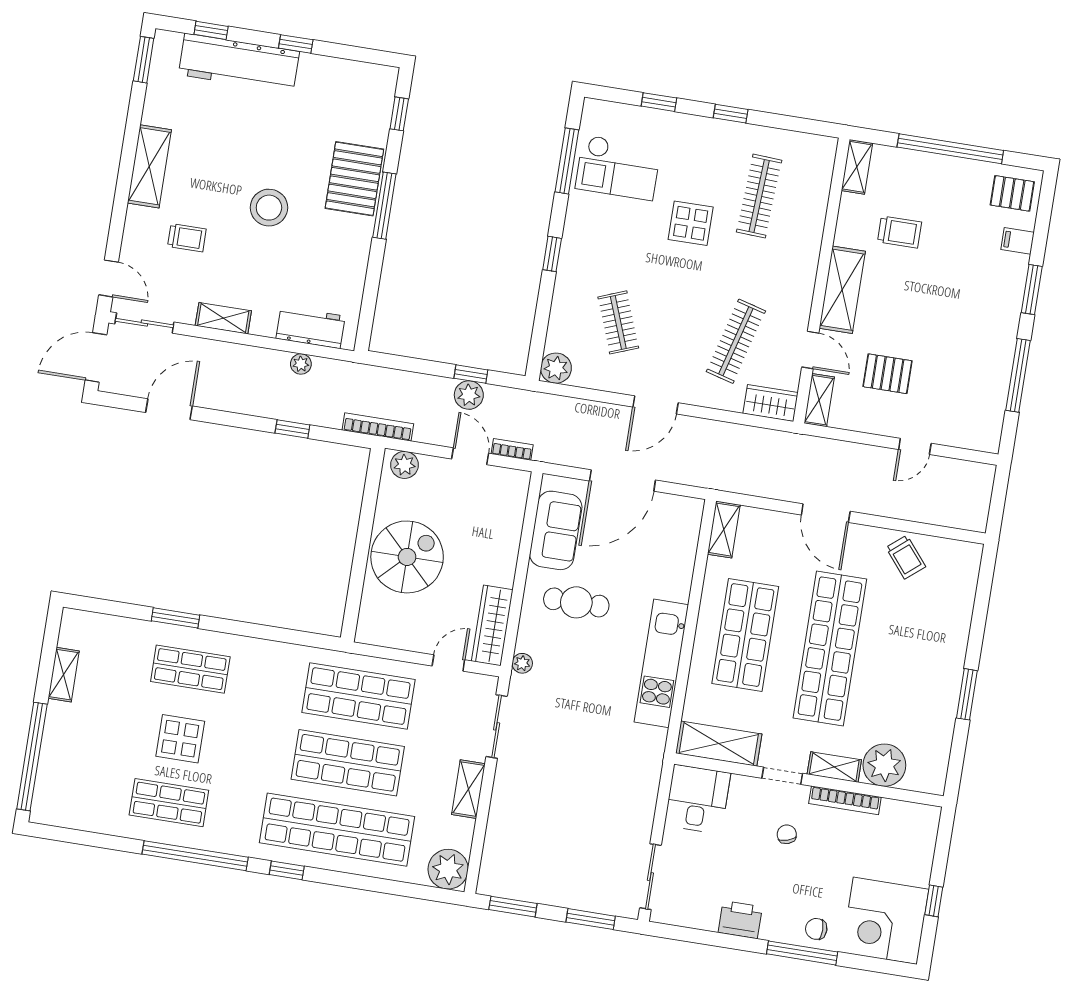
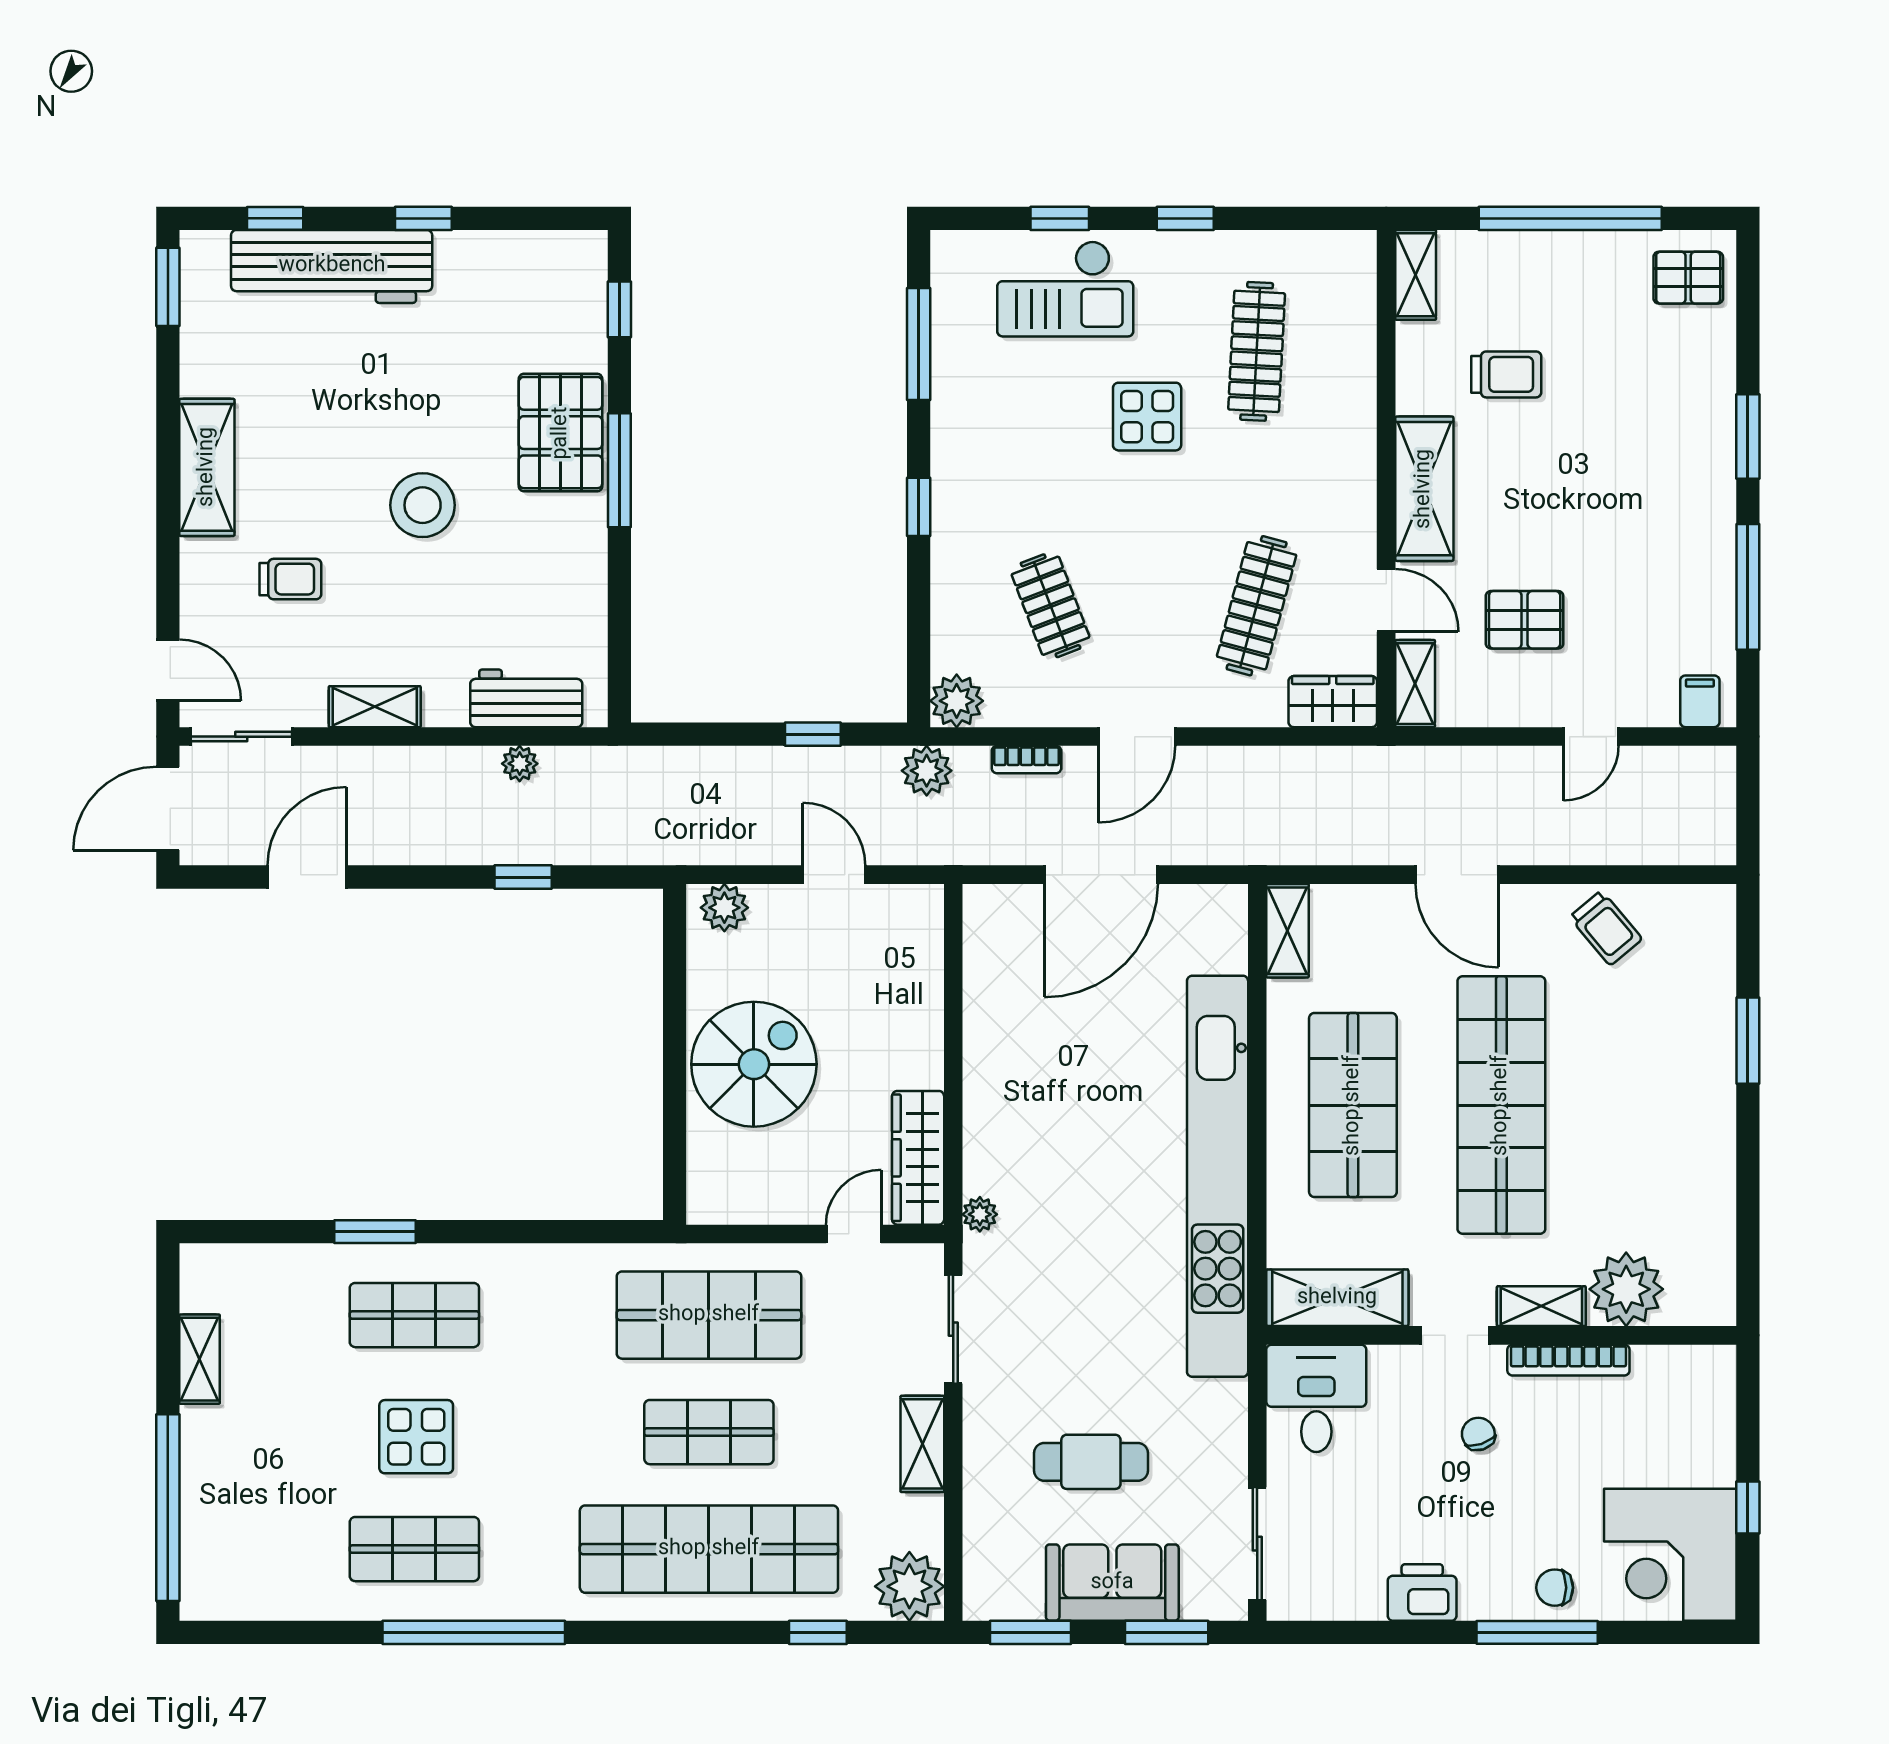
checkout: (618, 168) -> (1065, 289), moved
filing cabinet: (1018, 241) -> (1700, 701), moved, turned 90
plant: (469, 395) -> (927, 771), moved
bookcase: (378, 427) -> (668, 850), removed
bookcase: (512, 449) -> (1026, 760), moved, turned 180
sofa: (556, 530) -> (1112, 1583), moved, turned -90
cafe table: (576, 602) -> (1091, 1462), moved
kitchen unit: (661, 663) -> (1218, 1176), width x1.86
window: (967, 694) -> (1748, 1041), moved
shop shelf: (348, 763) -> (709, 1432), width x0.70, depth x0.74
window: (287, 870) -> (818, 1632), moved

